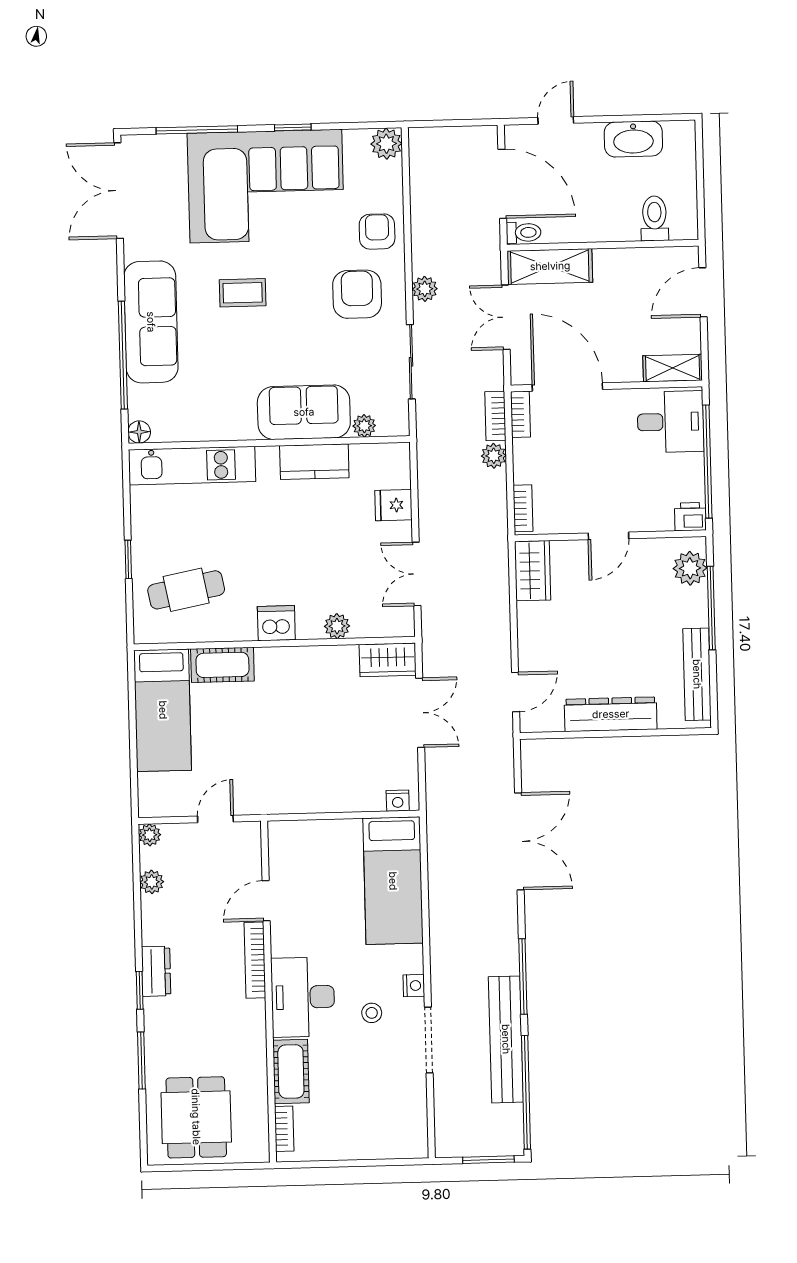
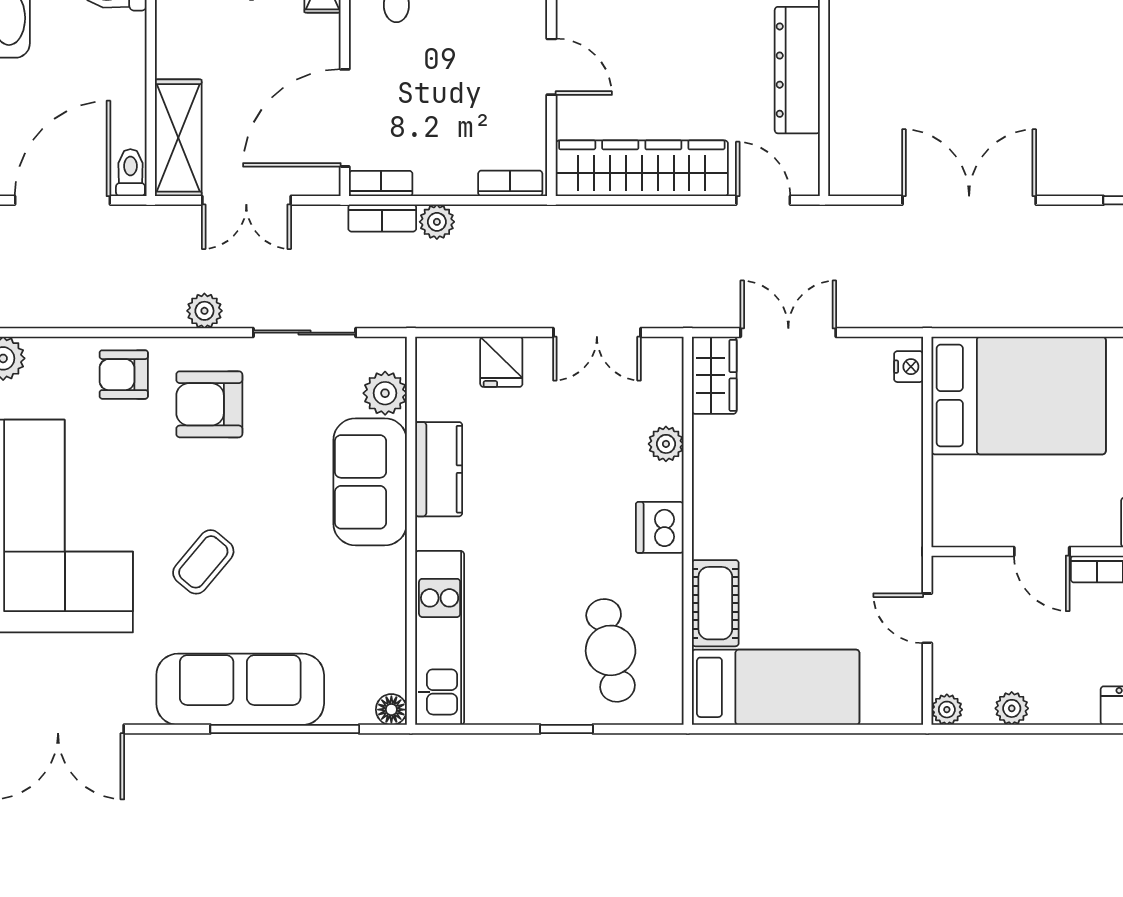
coffee table: (243, 293) -> (203, 562), turned 40
plant: (364, 426) -> (385, 393), width x1.38, depth x1.38
wardrobe: (533, 571) -> (642, 168), width x2.10, depth x1.17
bed: (393, 881) -> (1019, 396), width x1.50

